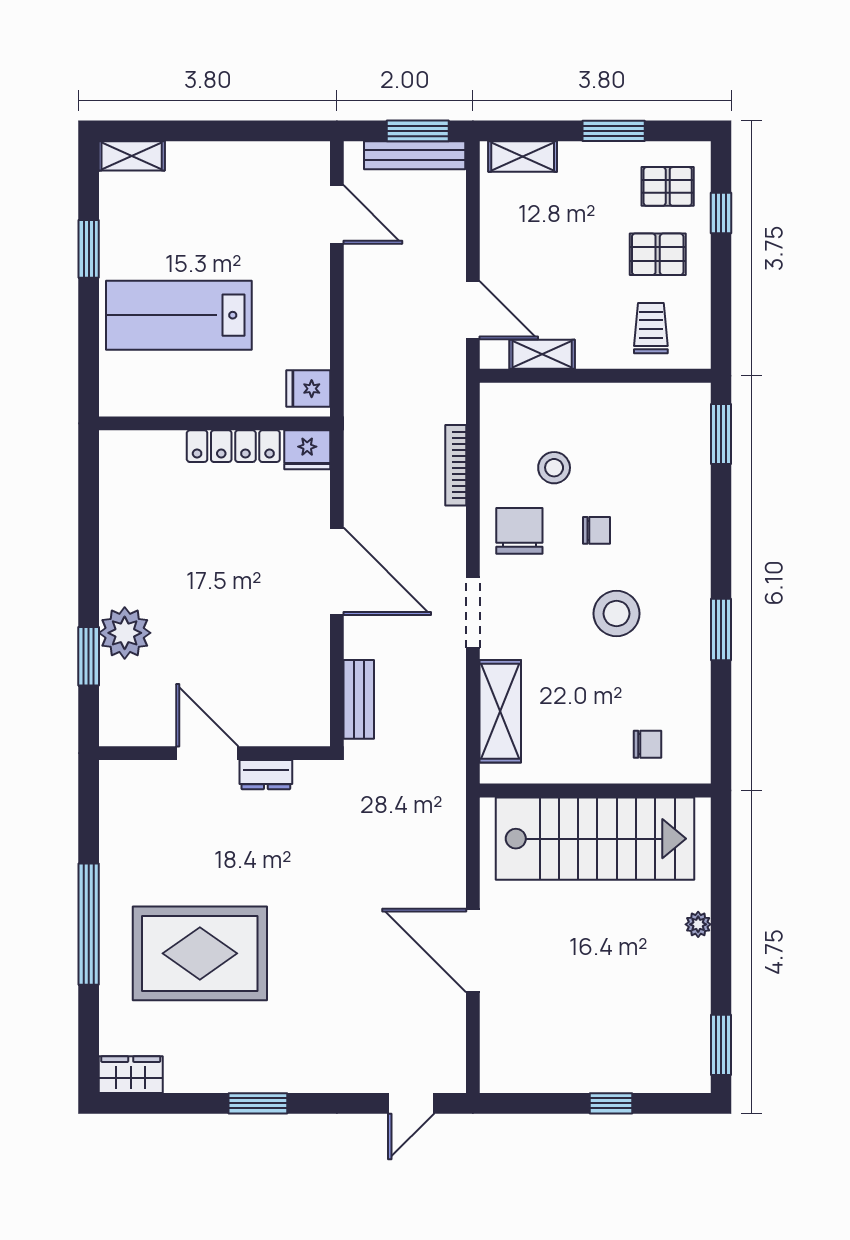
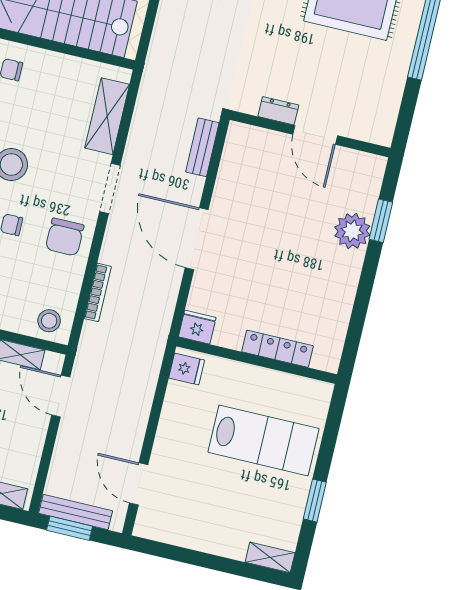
locker: (233, 446) -> (277, 349), moved
stool: (554, 468) -> (49, 321), moved

